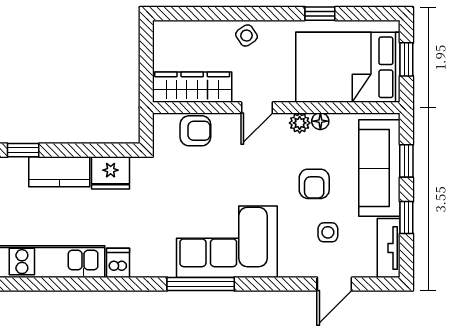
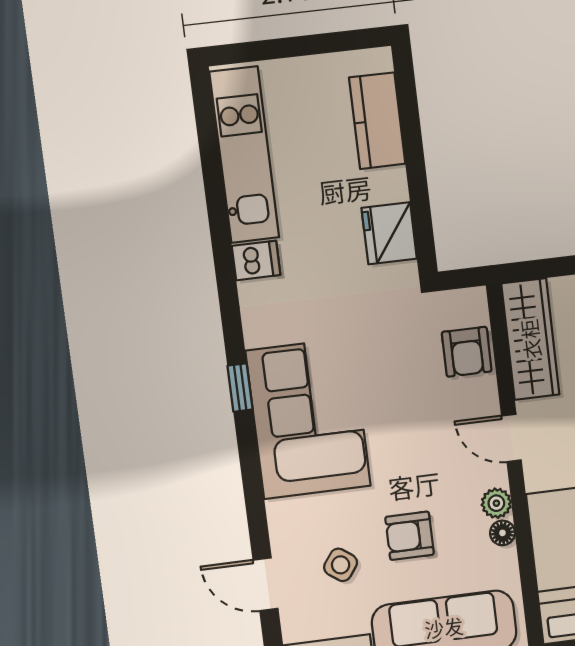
window: (23, 150) -> (407, 98), removed
kitchen counter: (59, 172) -> (377, 121), moved
side table: (328, 232) -> (341, 565), turned 36
window: (201, 284) -> (240, 388), width x0.46

